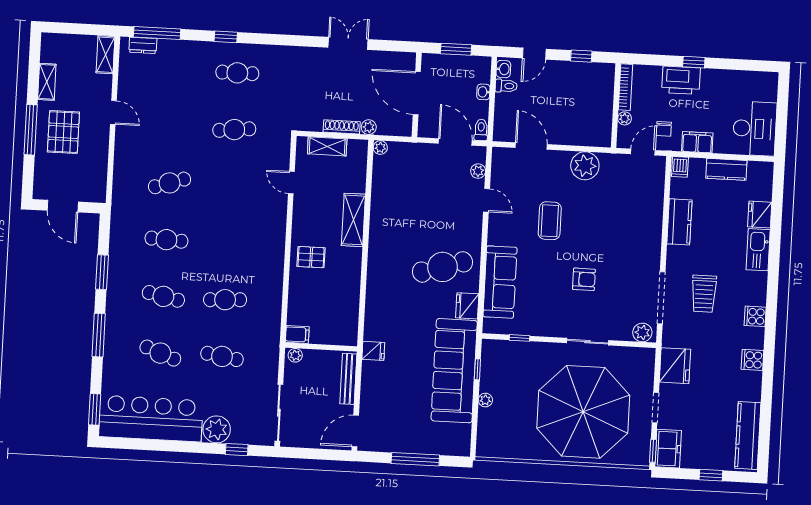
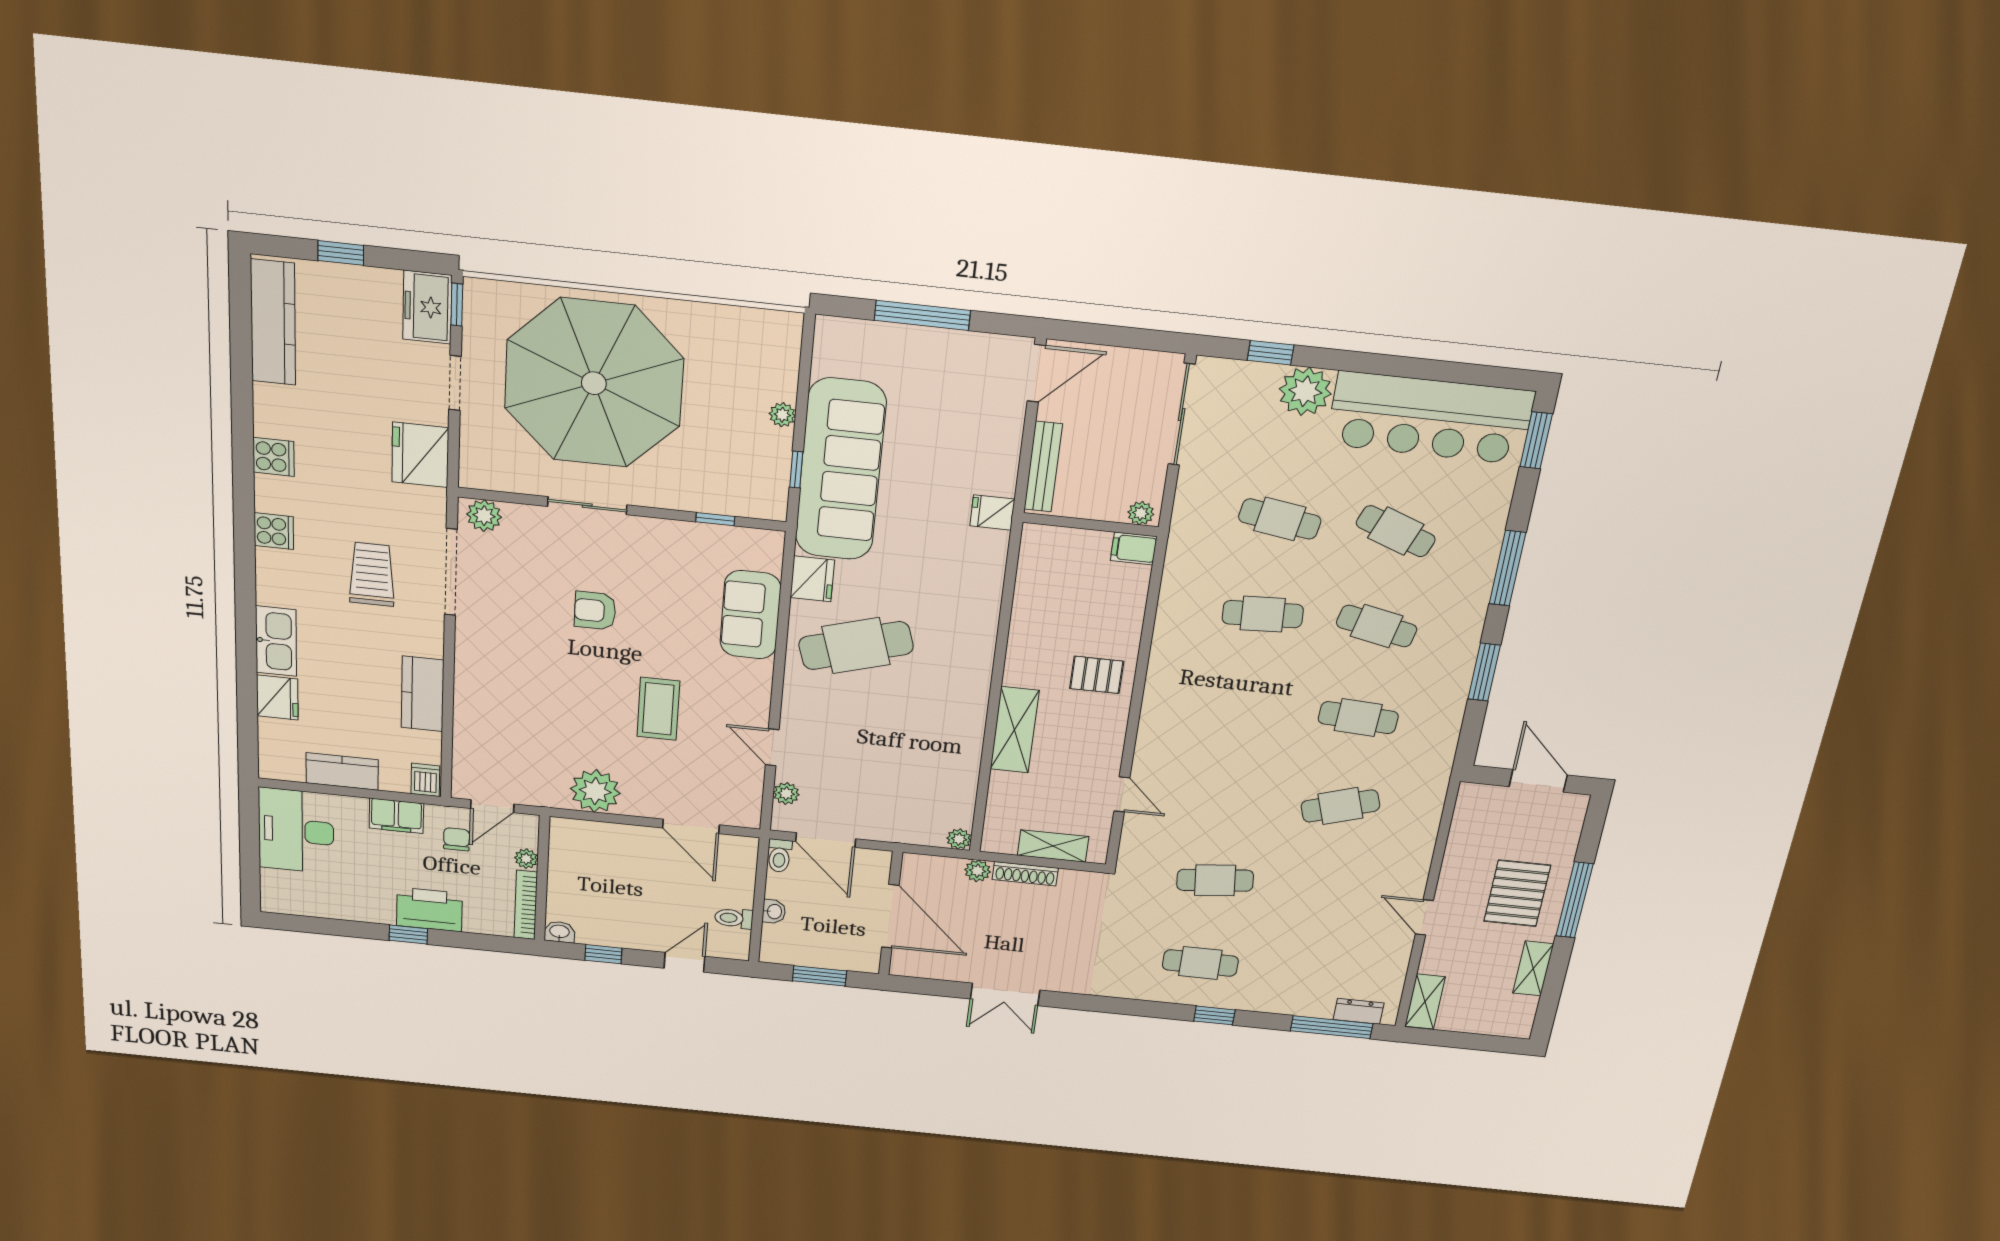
washbasin: (503, 69) -> (559, 932), moved, turned 90
sofa: (500, 282) -> (750, 615), width x0.73

